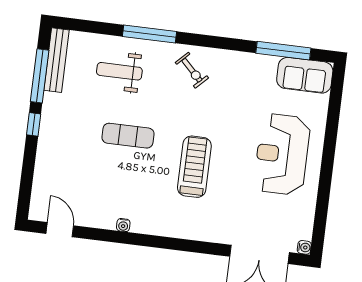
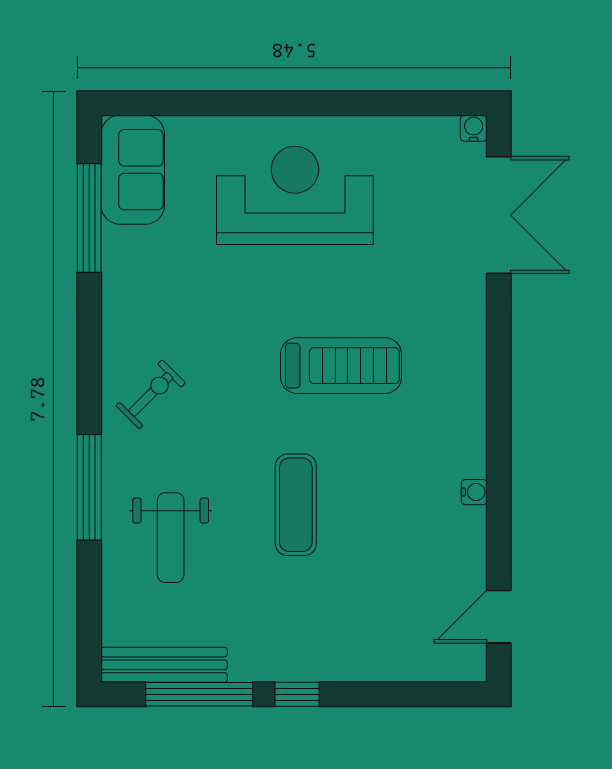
reception desk: (282, 154) -> (295, 195), turned 180
treadmill: (194, 167) -> (341, 366), turned 180

